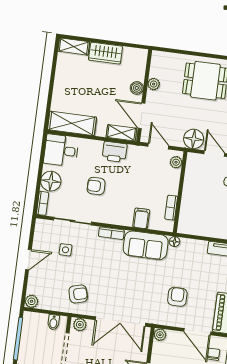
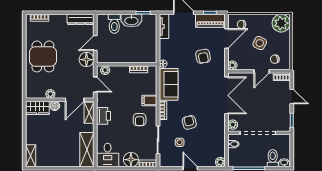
wardrobe: (105, 53) -> (37, 108), moved, turned 90
door: (158, 146) -> (95, 85), swing flipped
armchair: (96, 186) -> (140, 120), moved
filing cabinet: (141, 218) -> (149, 100), moved
armchair: (78, 294) -> (189, 122), moved
armchair: (177, 297) -> (203, 56), turned -100

